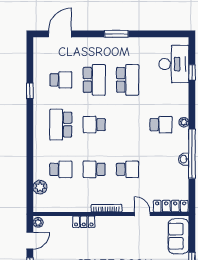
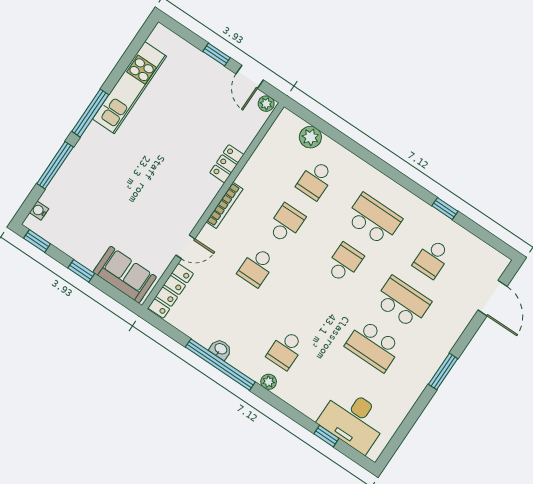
school desk: (94, 80) -> (403, 302), turned 180

